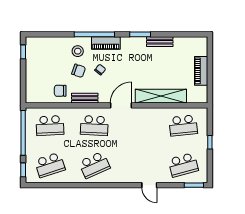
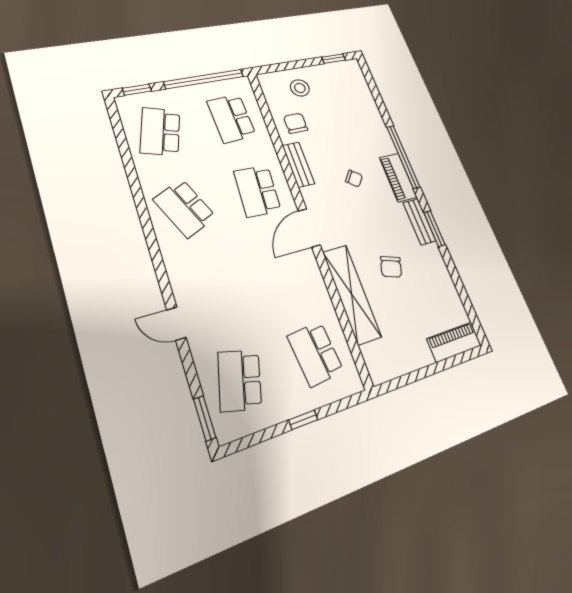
bench: (160, 42) -> (419, 222), moved
stool: (78, 51) -> (300, 88), moved
chair: (79, 71) -> (391, 267), moved
piano: (201, 71) -> (454, 342), moved
door: (121, 105) -> (309, 228), swing flipped
school desk: (50, 165) -> (160, 132), turned 36
school desk: (183, 165) -> (240, 380), turned 30
door: (149, 185) -> (176, 324), hinge flipped

